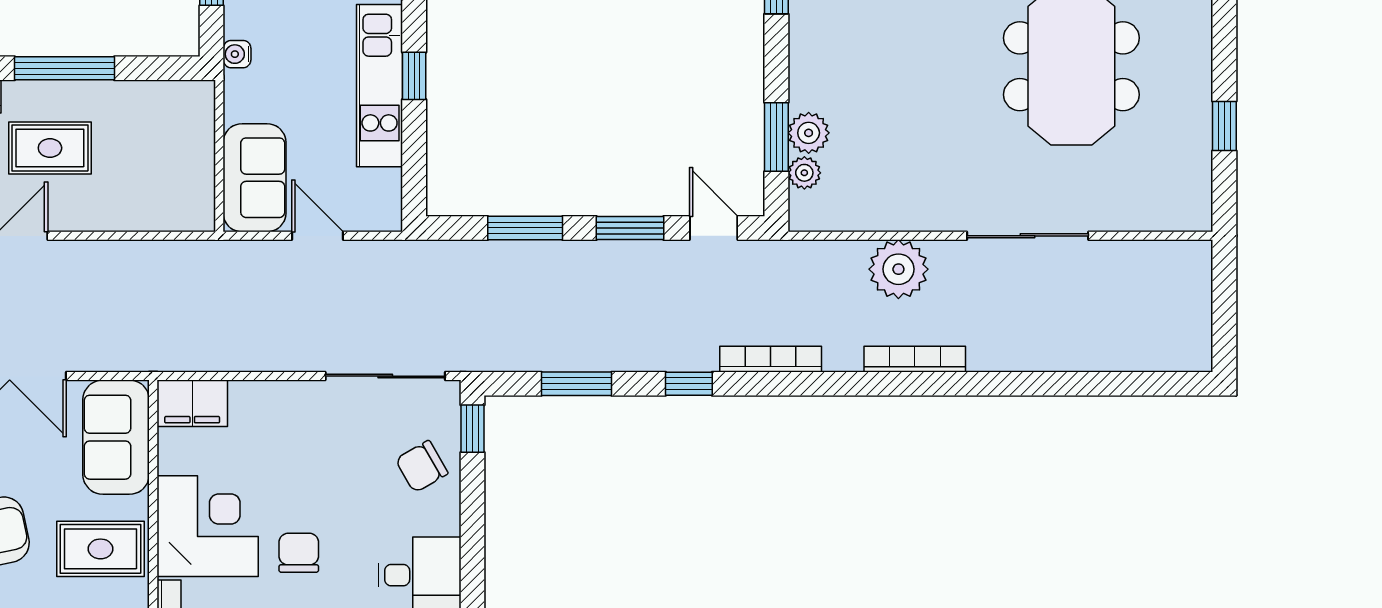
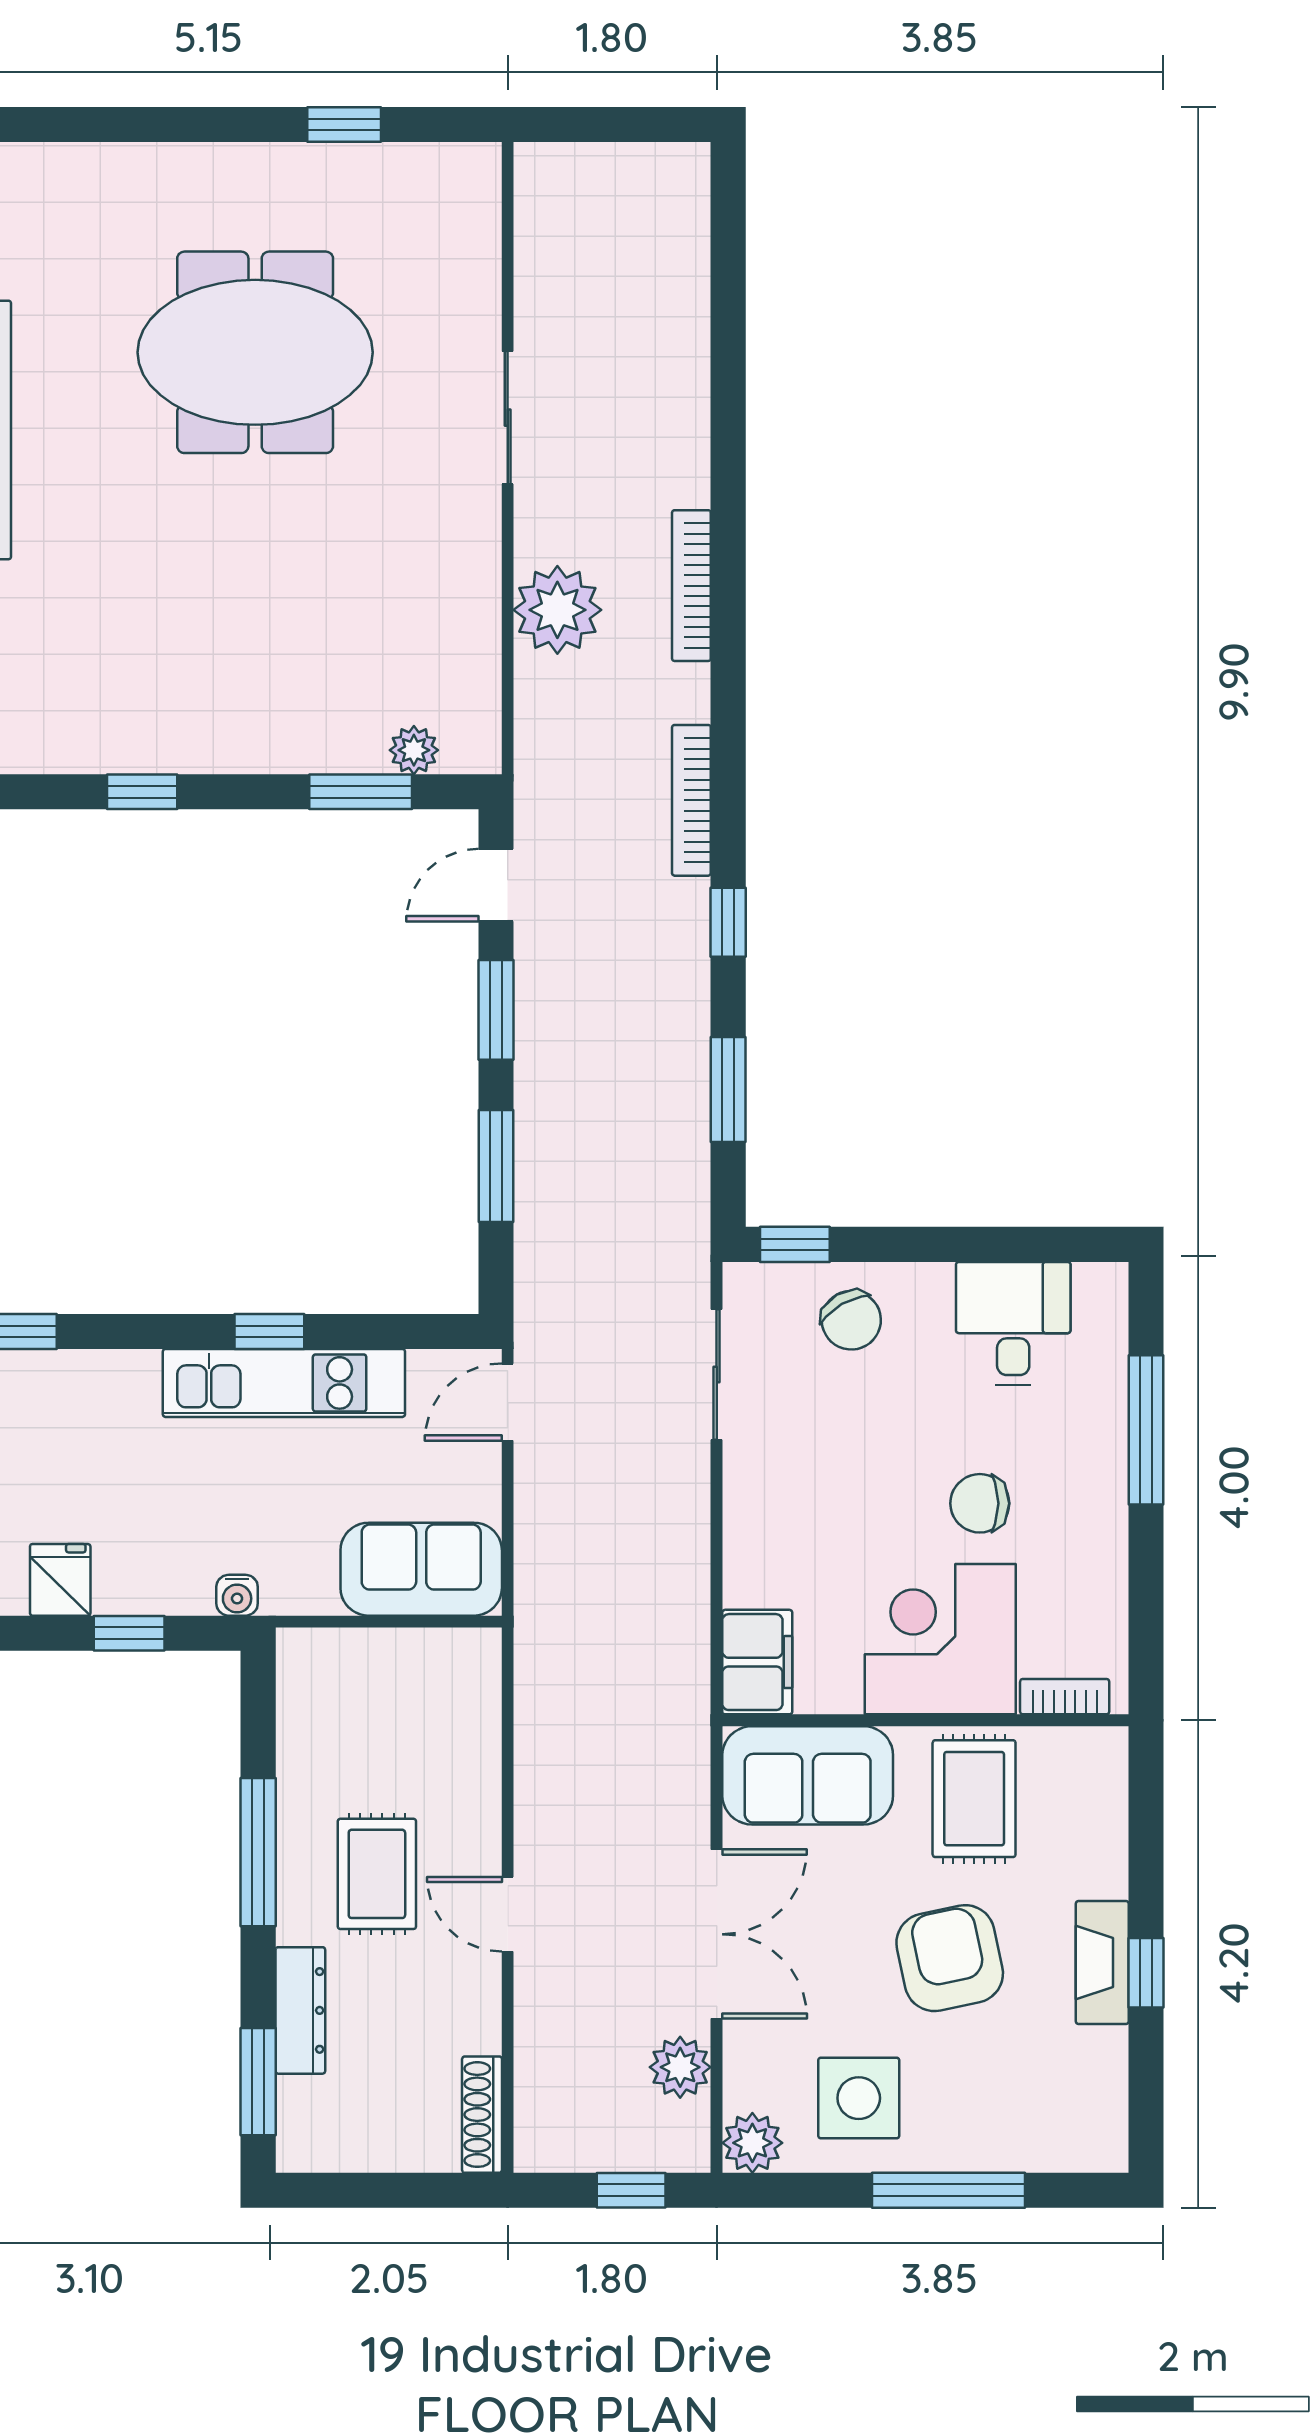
plant: (809, 133) -> (354, 744), removed
door: (318, 236) -> (508, 1402), moved
sliding door: (1028, 236) -> (508, 418), width x0.73
sliding door: (385, 376) -> (717, 1374), width x0.73

